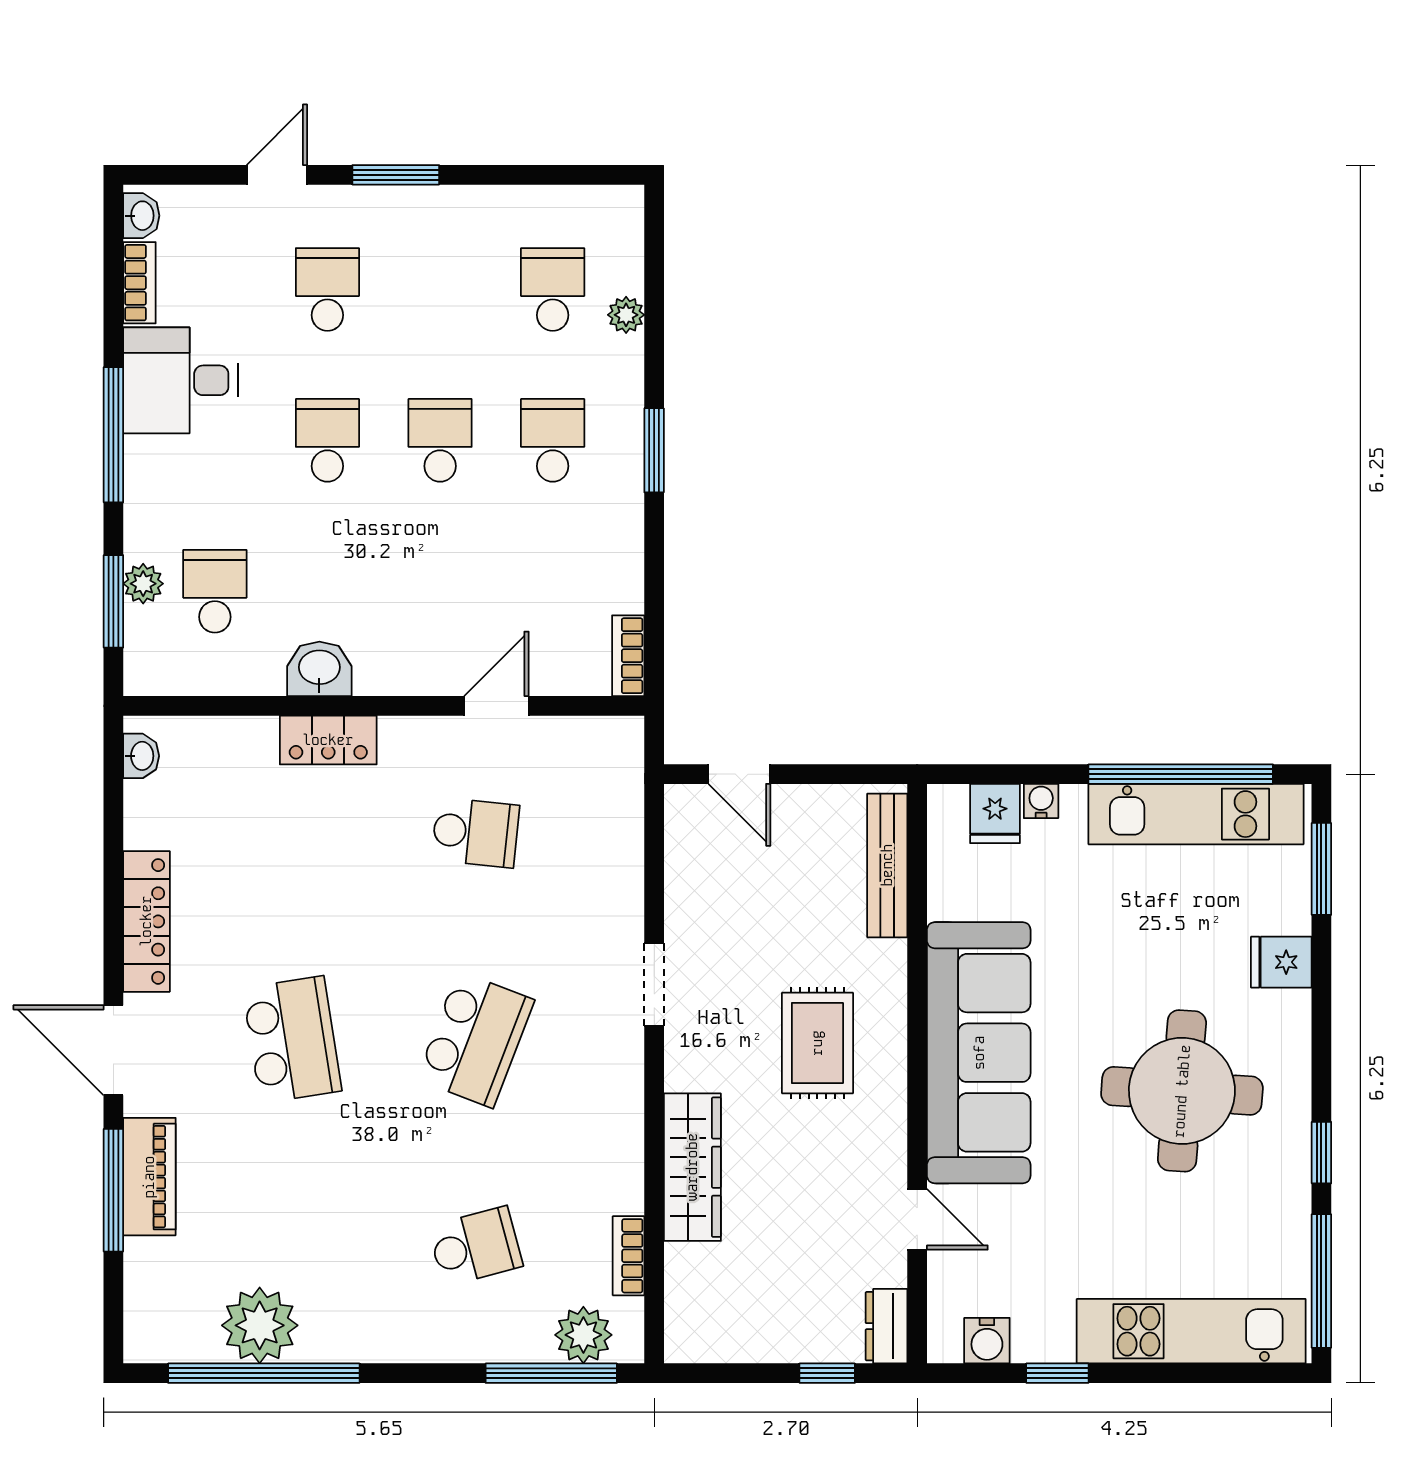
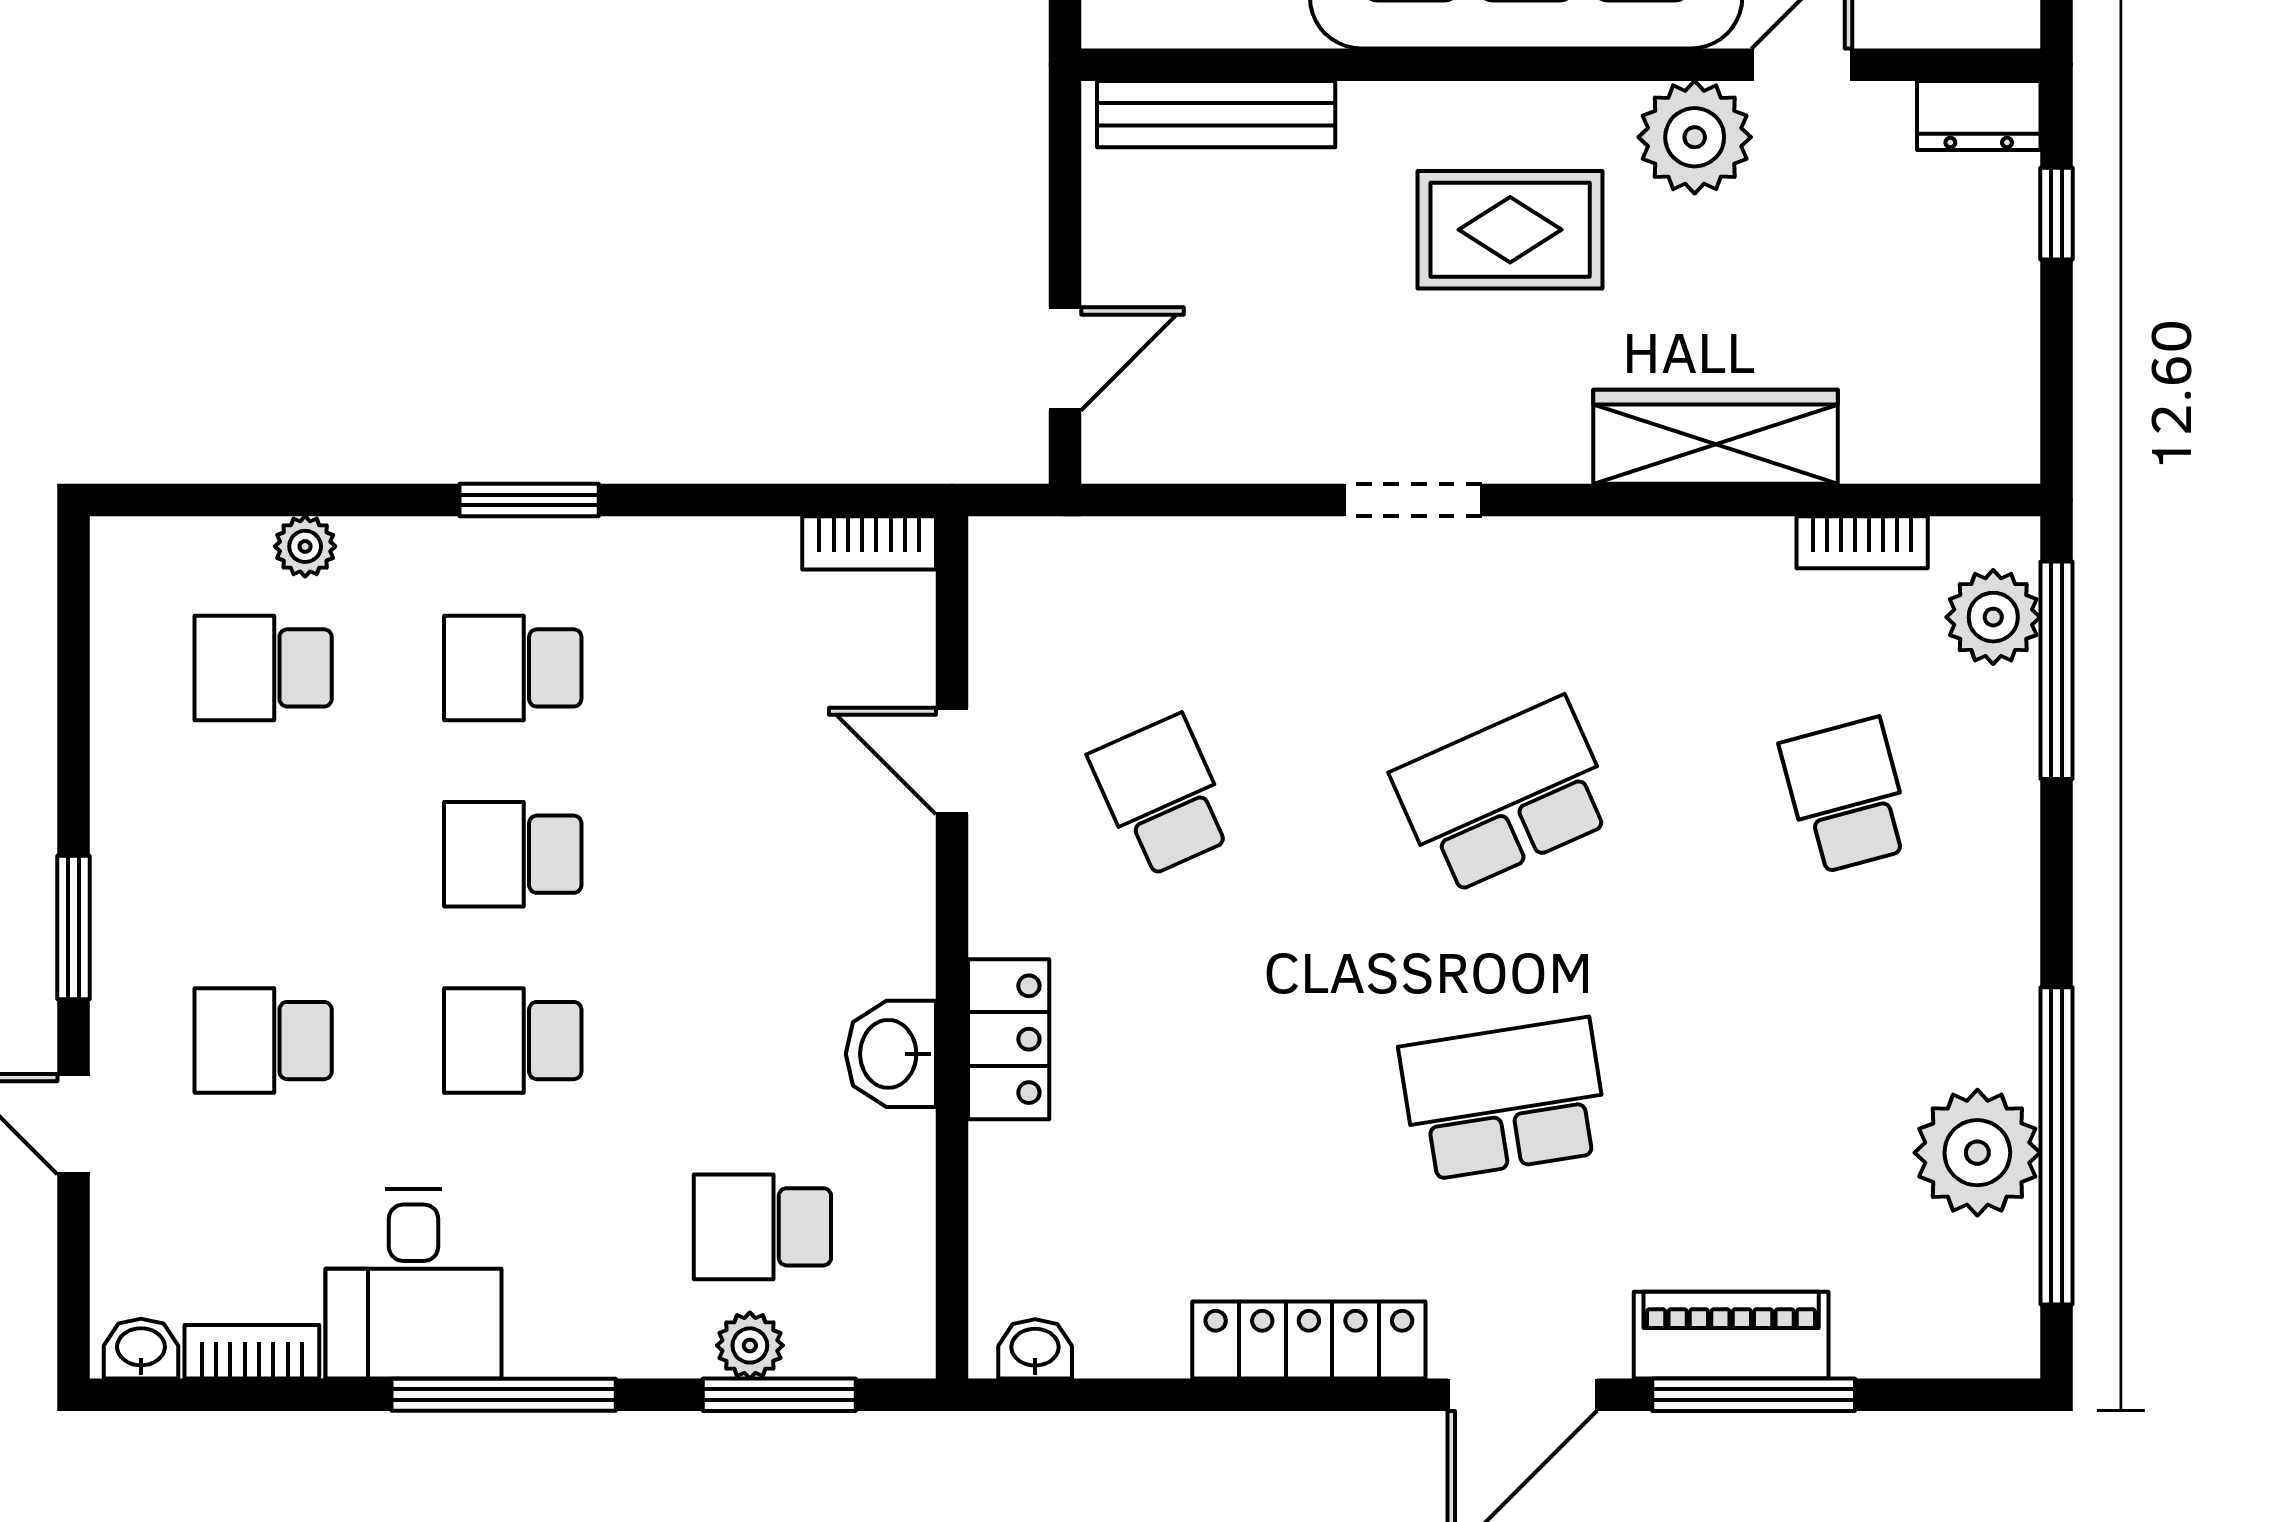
school desk: (475, 833) -> (1162, 796), turned -30
school desk: (475, 1039) -> (1504, 796), turned -45
plant: (873, 1155) -> (1695, 137), added

